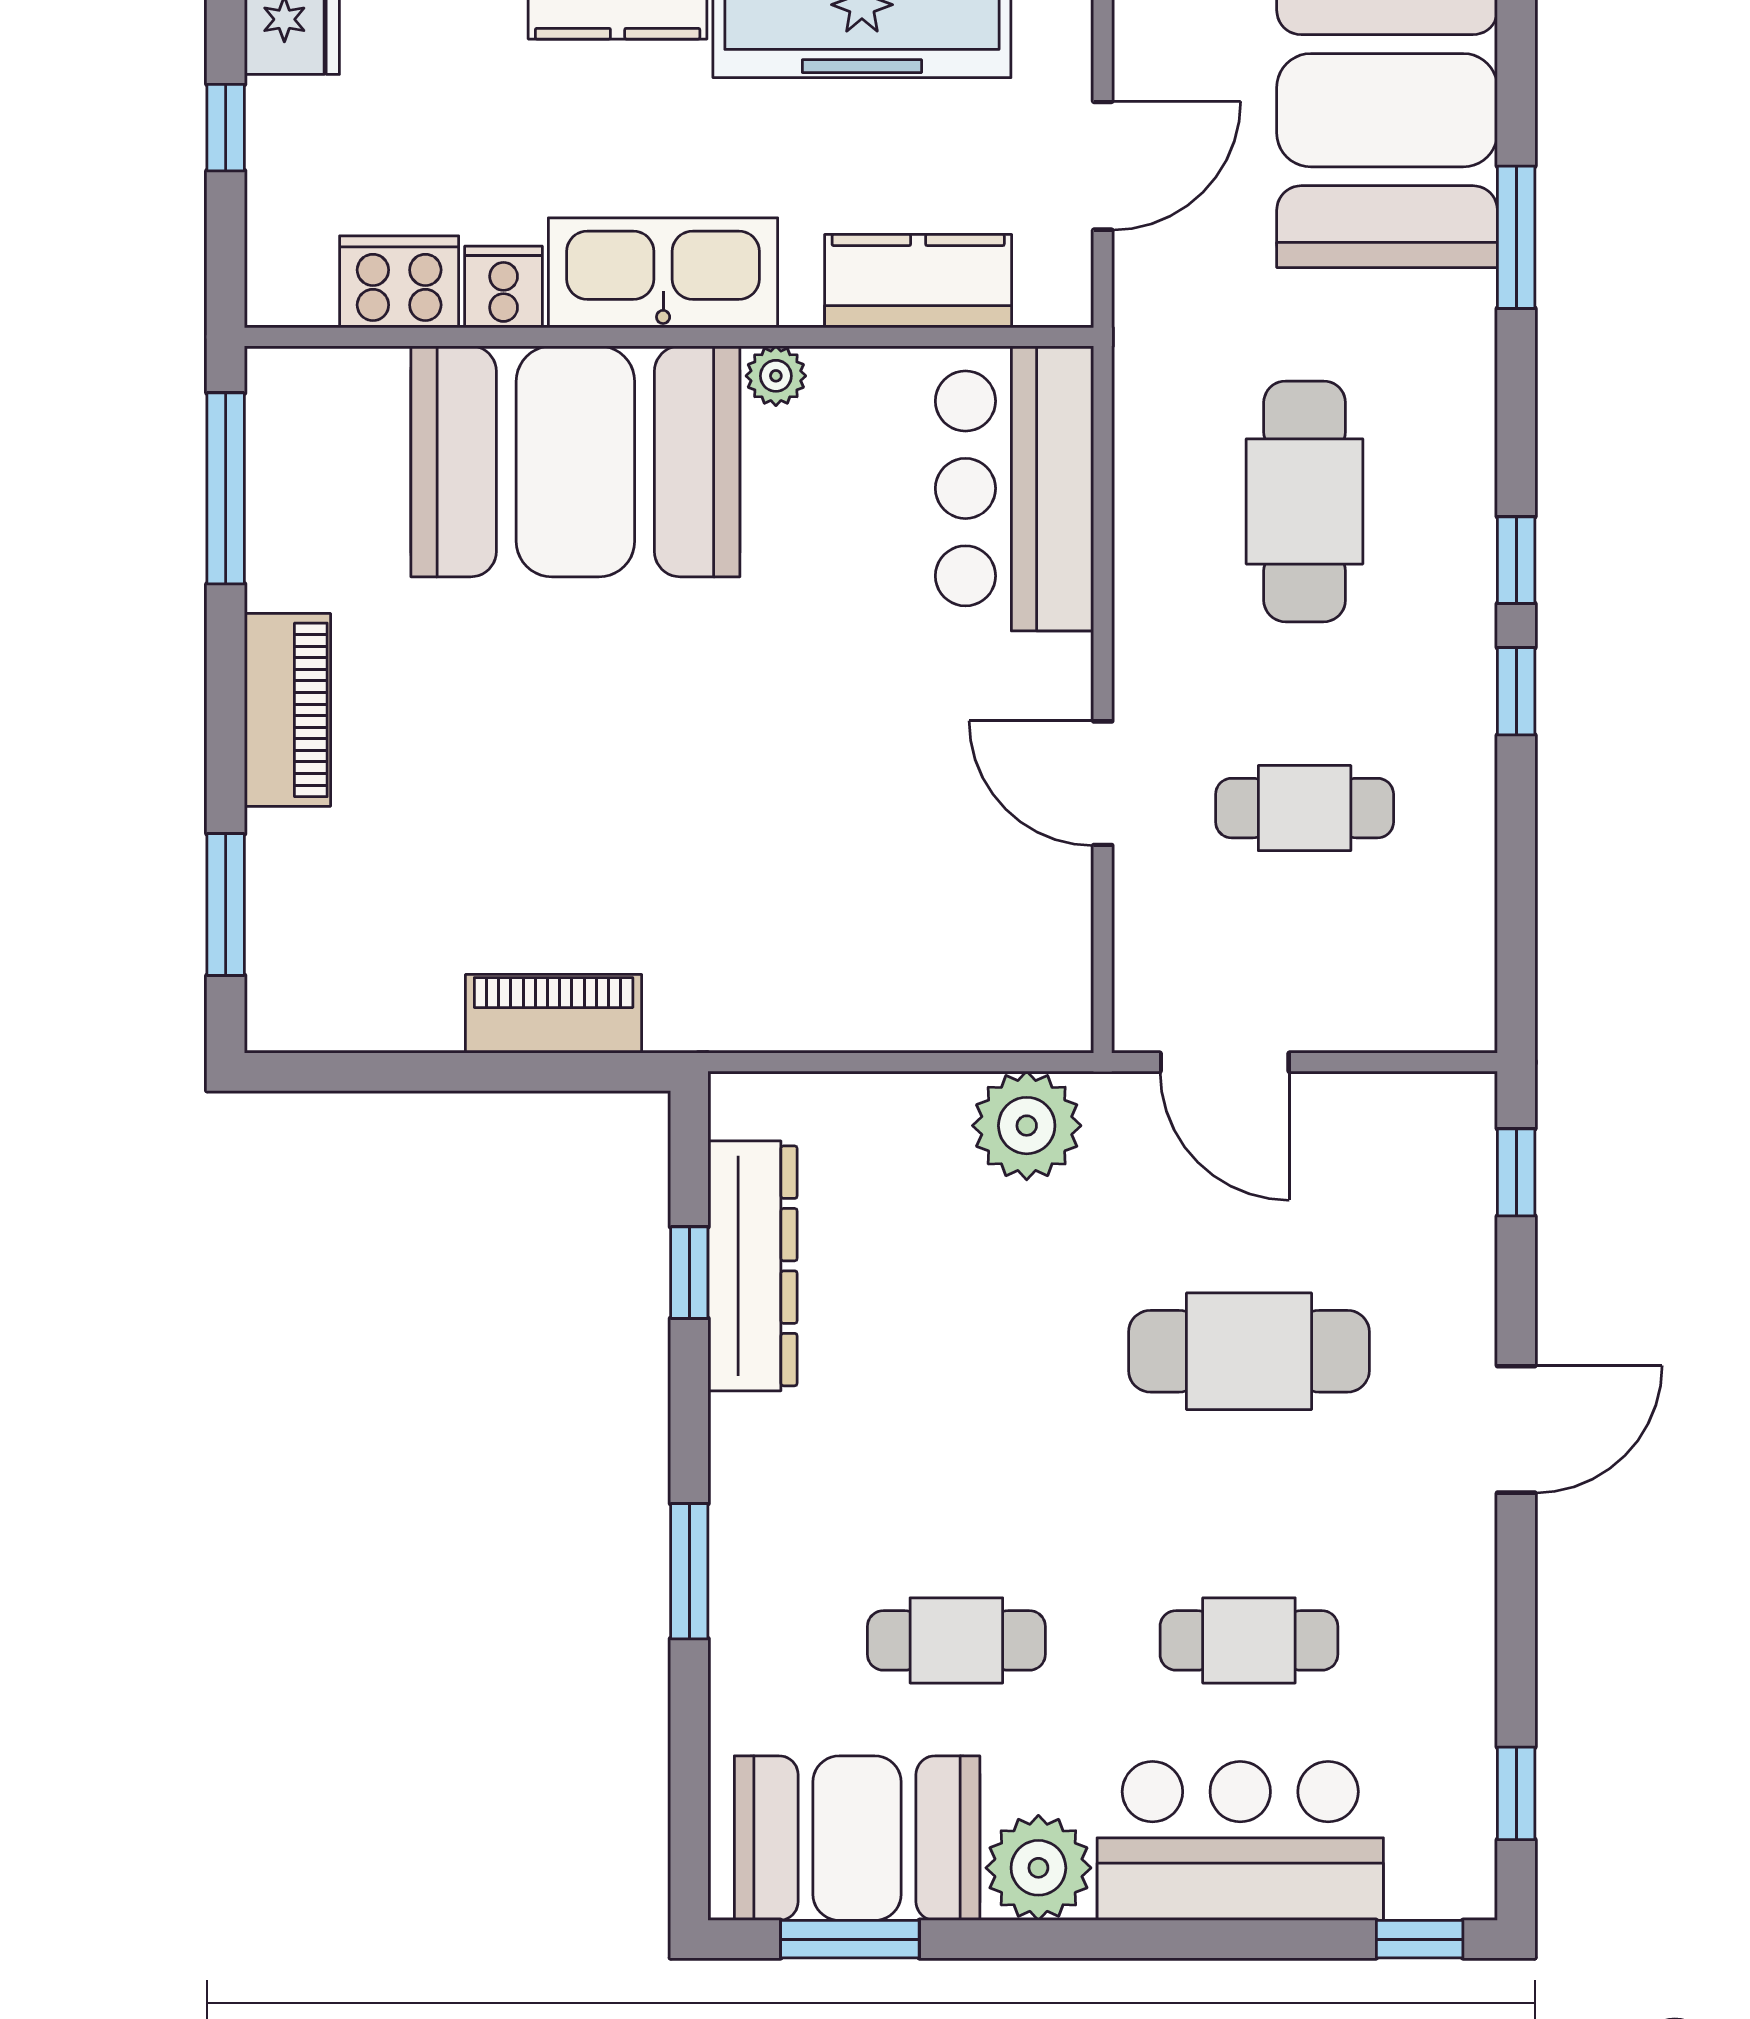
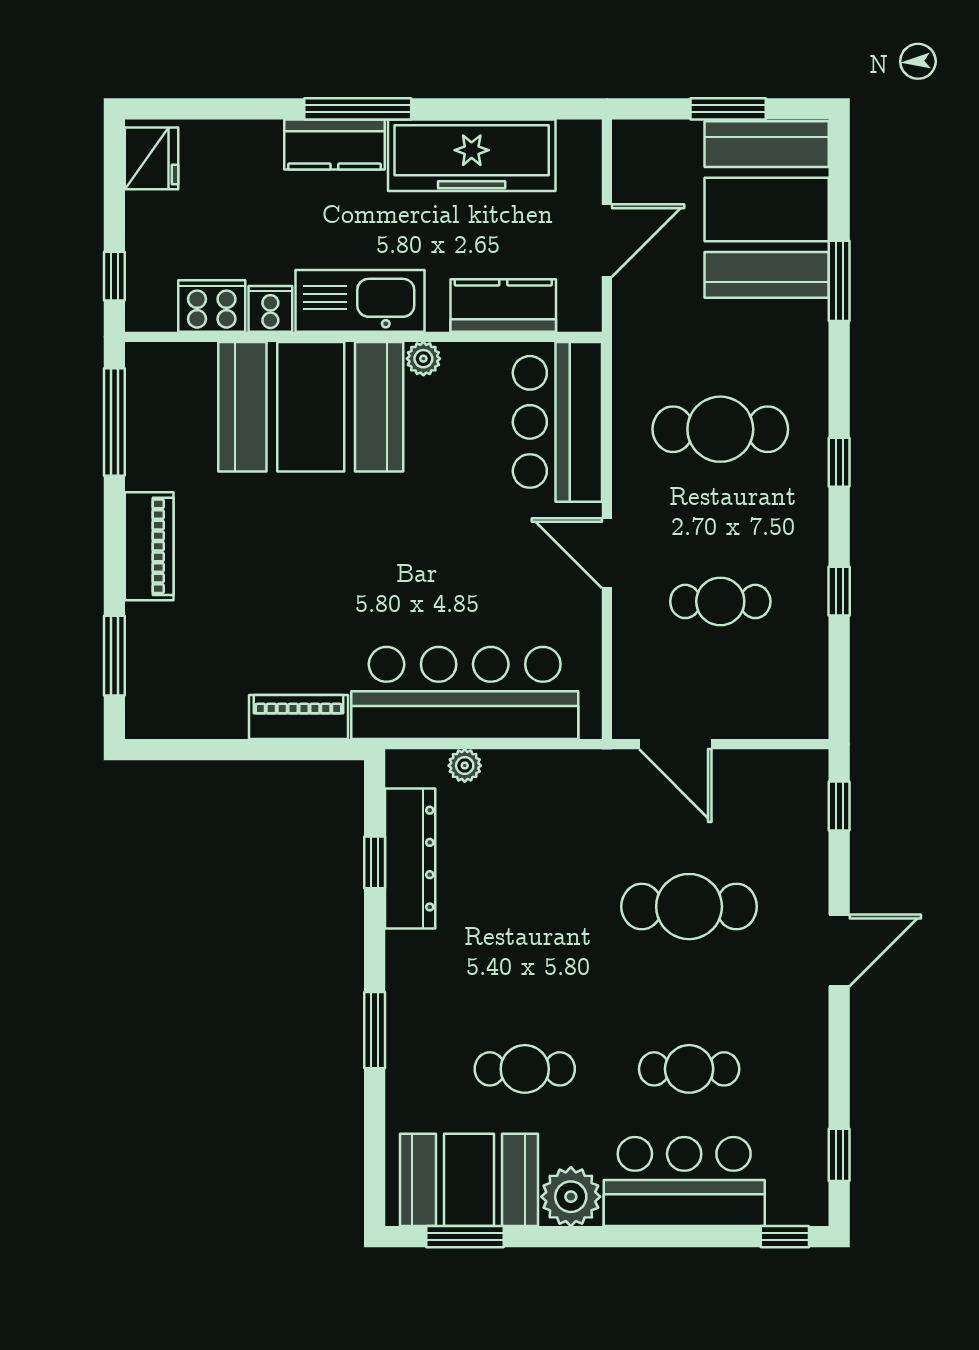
window: (226, 128) -> (114, 276), moved
cafe table: (1305, 501) -> (720, 429), turned 90
window: (1516, 691) -> (839, 591), moved
door: (1103, 783) -> (607, 553), moved
bar counter: (849, 971) -> (465, 693), added
plant: (1027, 1126) -> (465, 766), moved, width x0.53, depth x0.53

